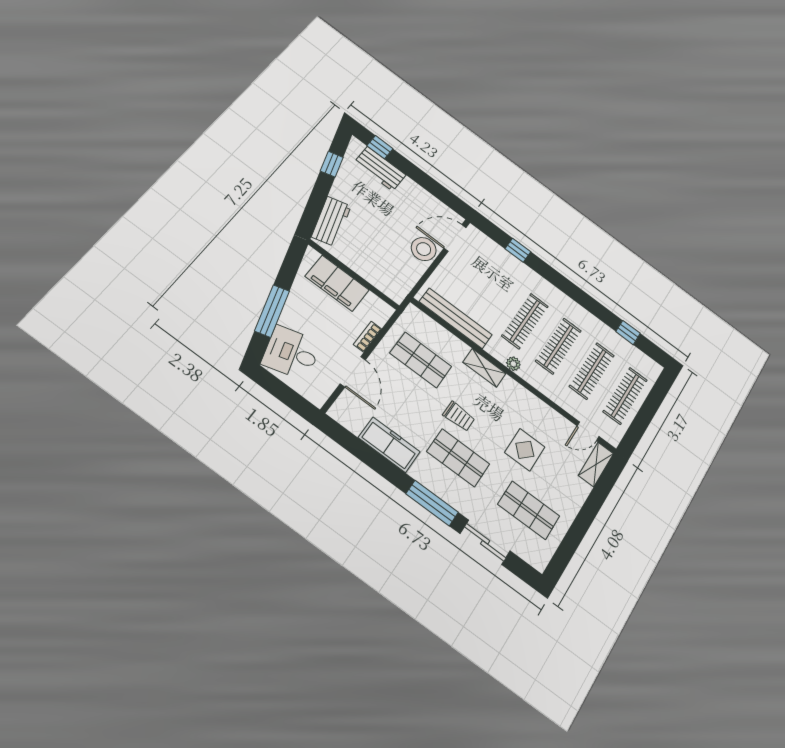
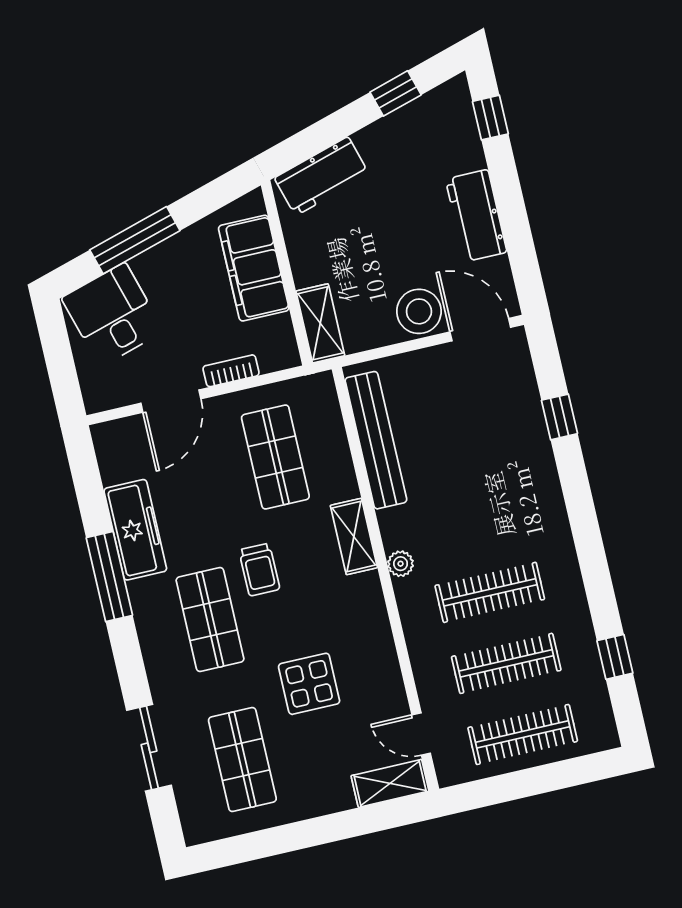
workbench: (380, 169) -> (476, 216), moved
shelving: (387, 286) -> (320, 323), added
clothes rail: (525, 321) -> (473, 521), removed
window: (432, 503) -> (109, 577), moved

